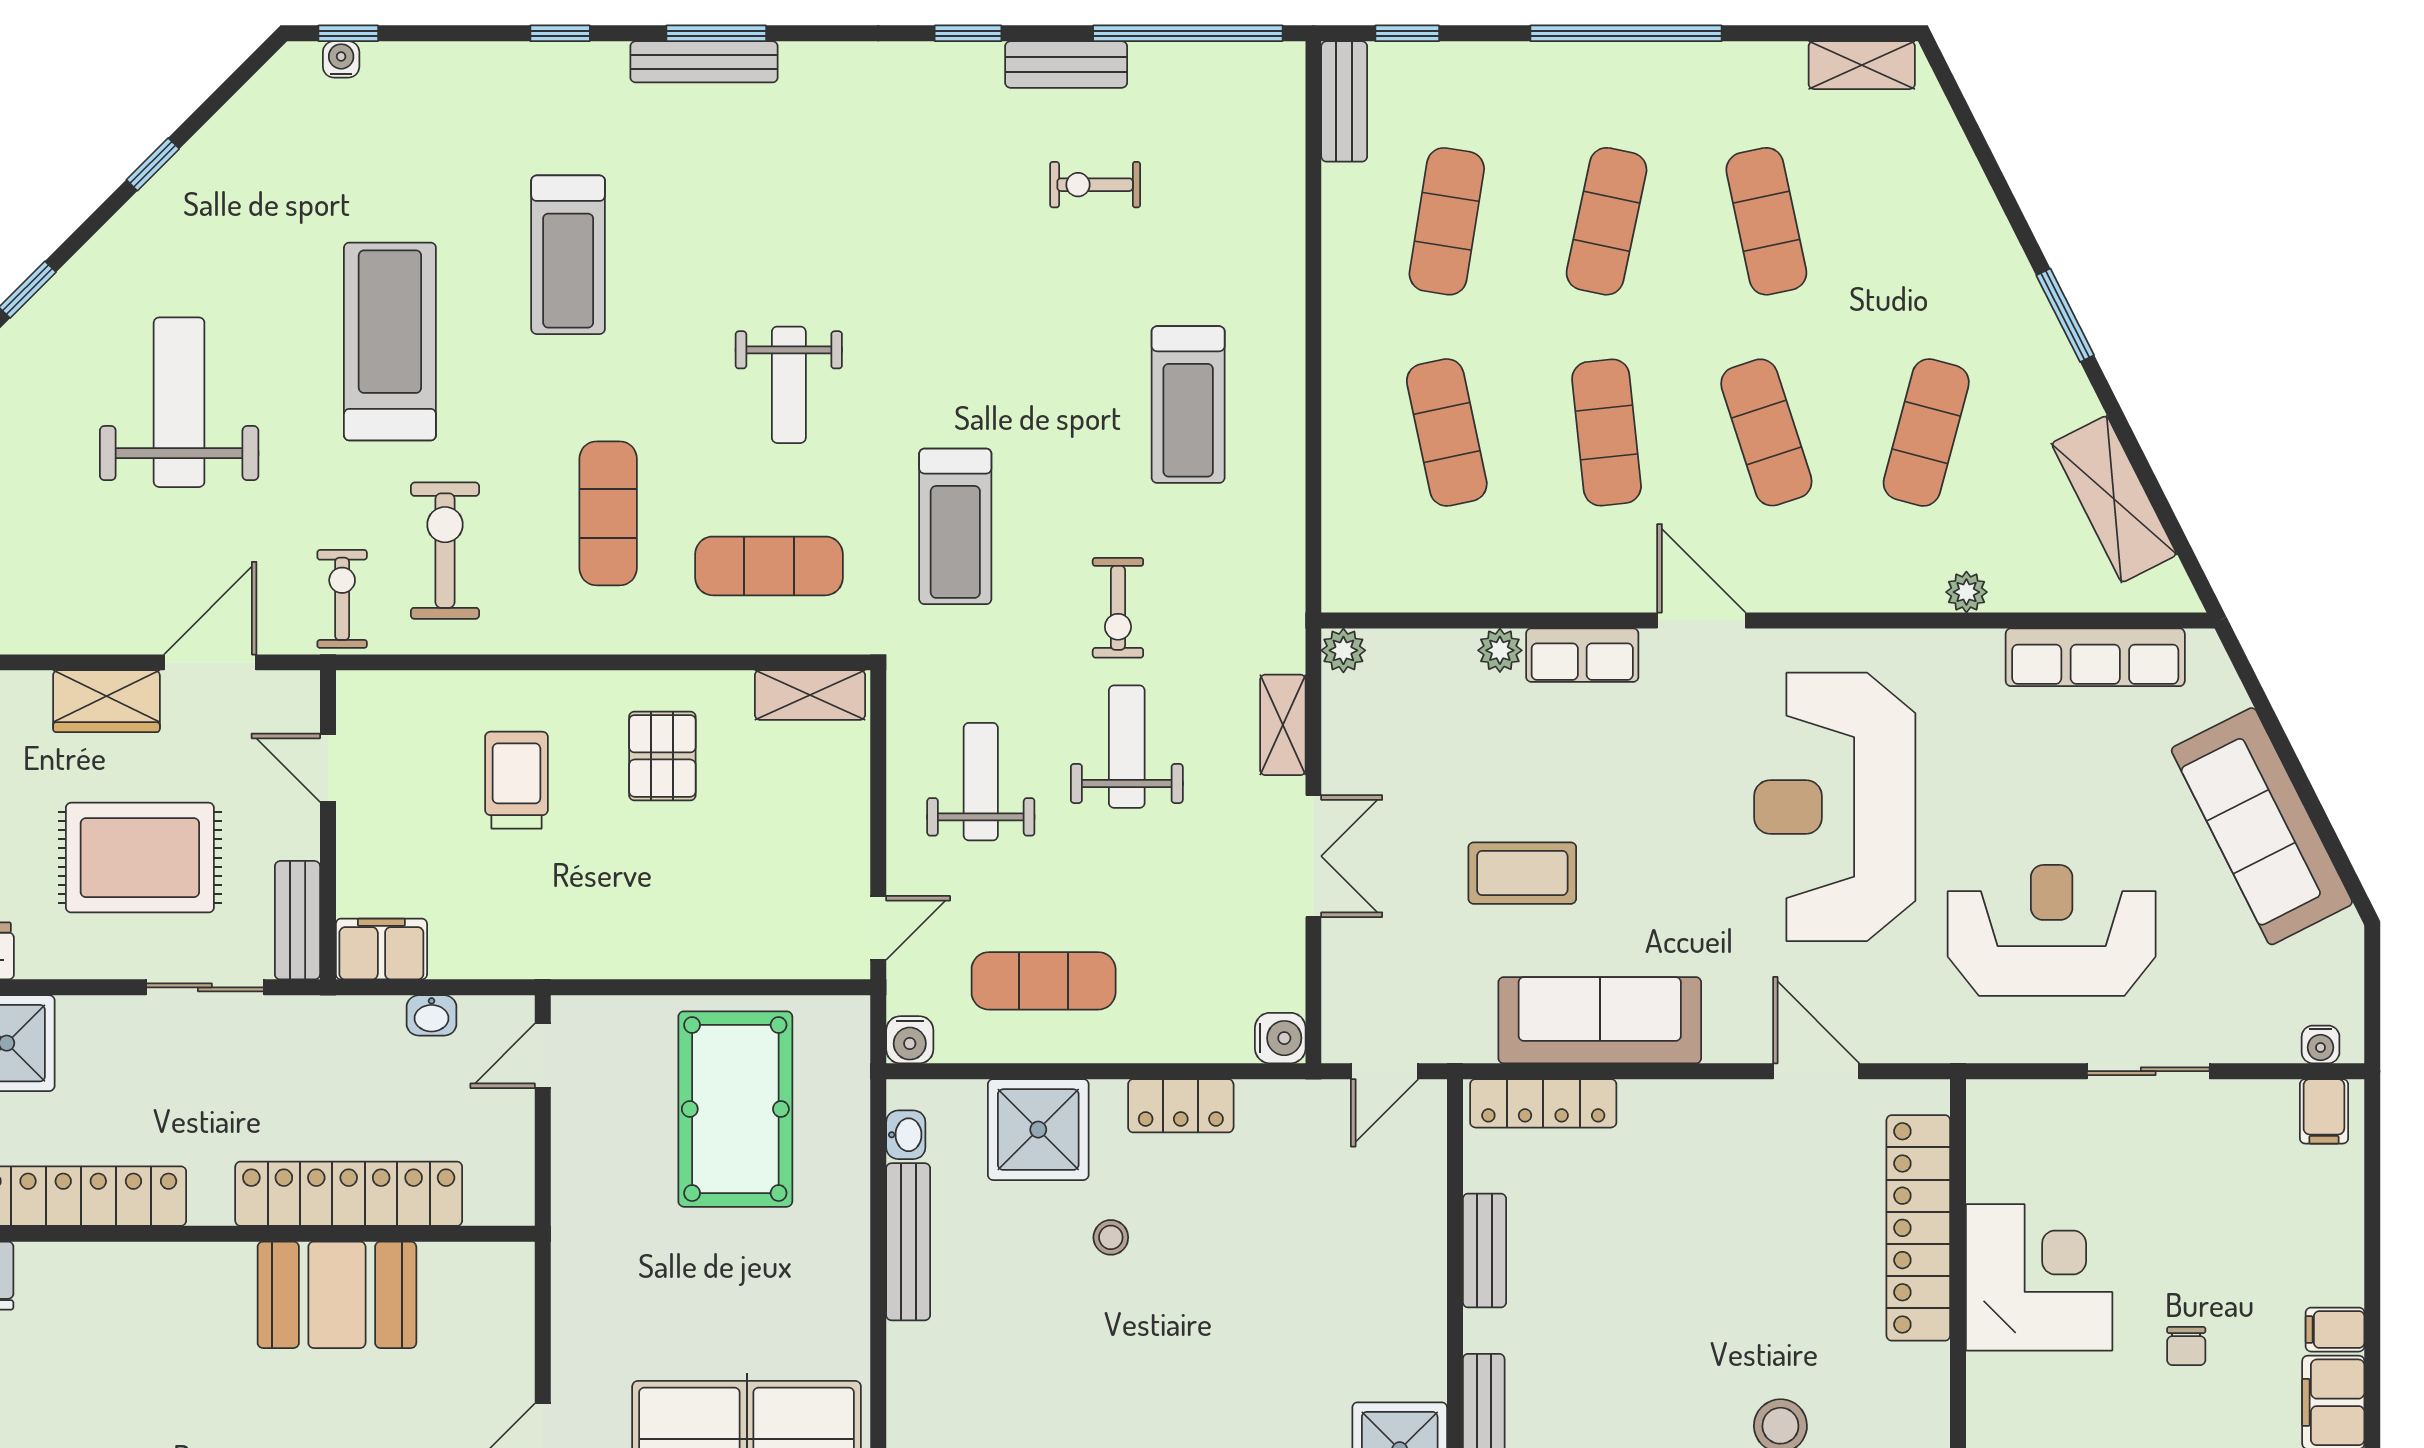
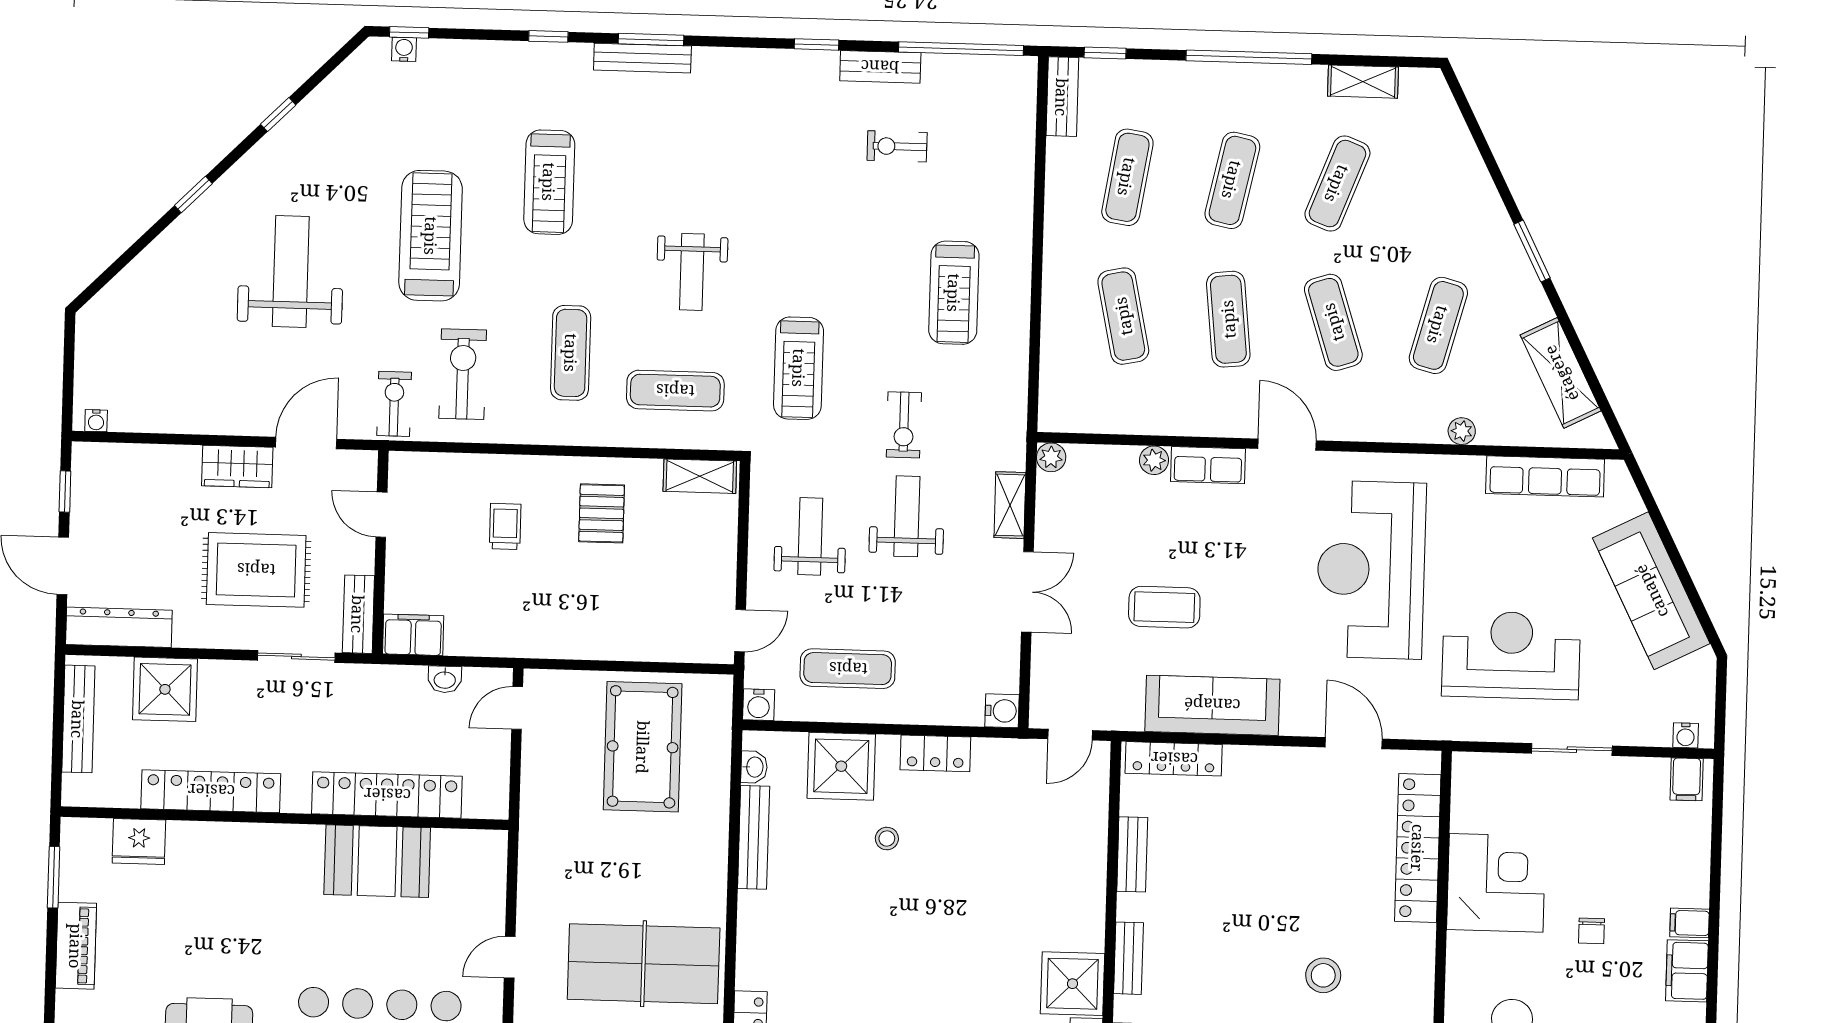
shelving: (1862, 65) -> (1363, 82), moved
exercise mat: (1766, 221) -> (1337, 184), turned 33
trolley: (516, 780) -> (505, 526), width x0.73, depth x0.72

